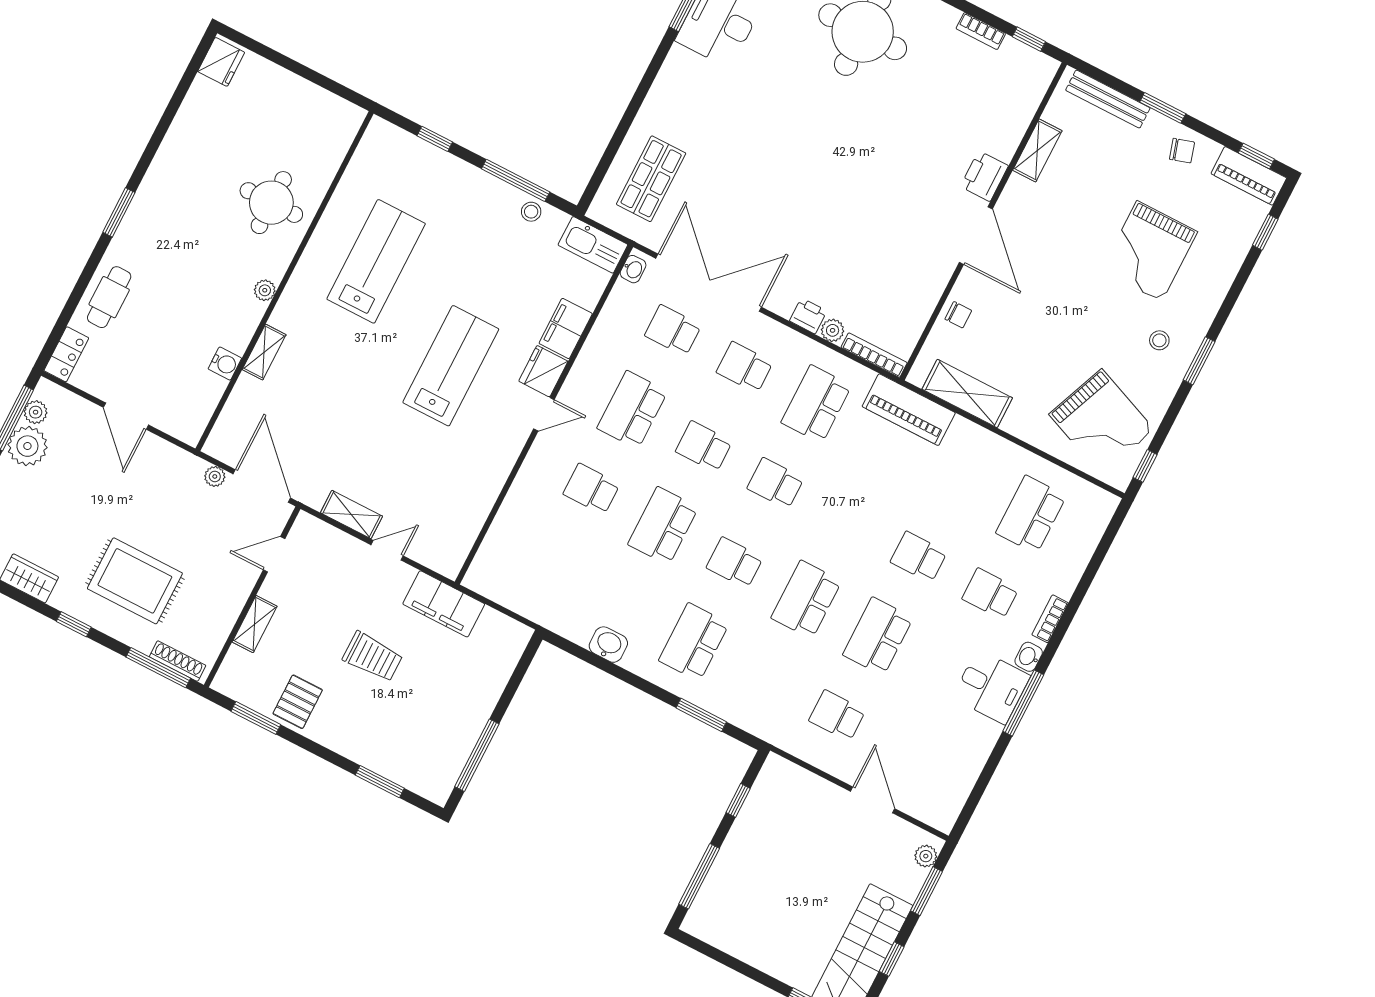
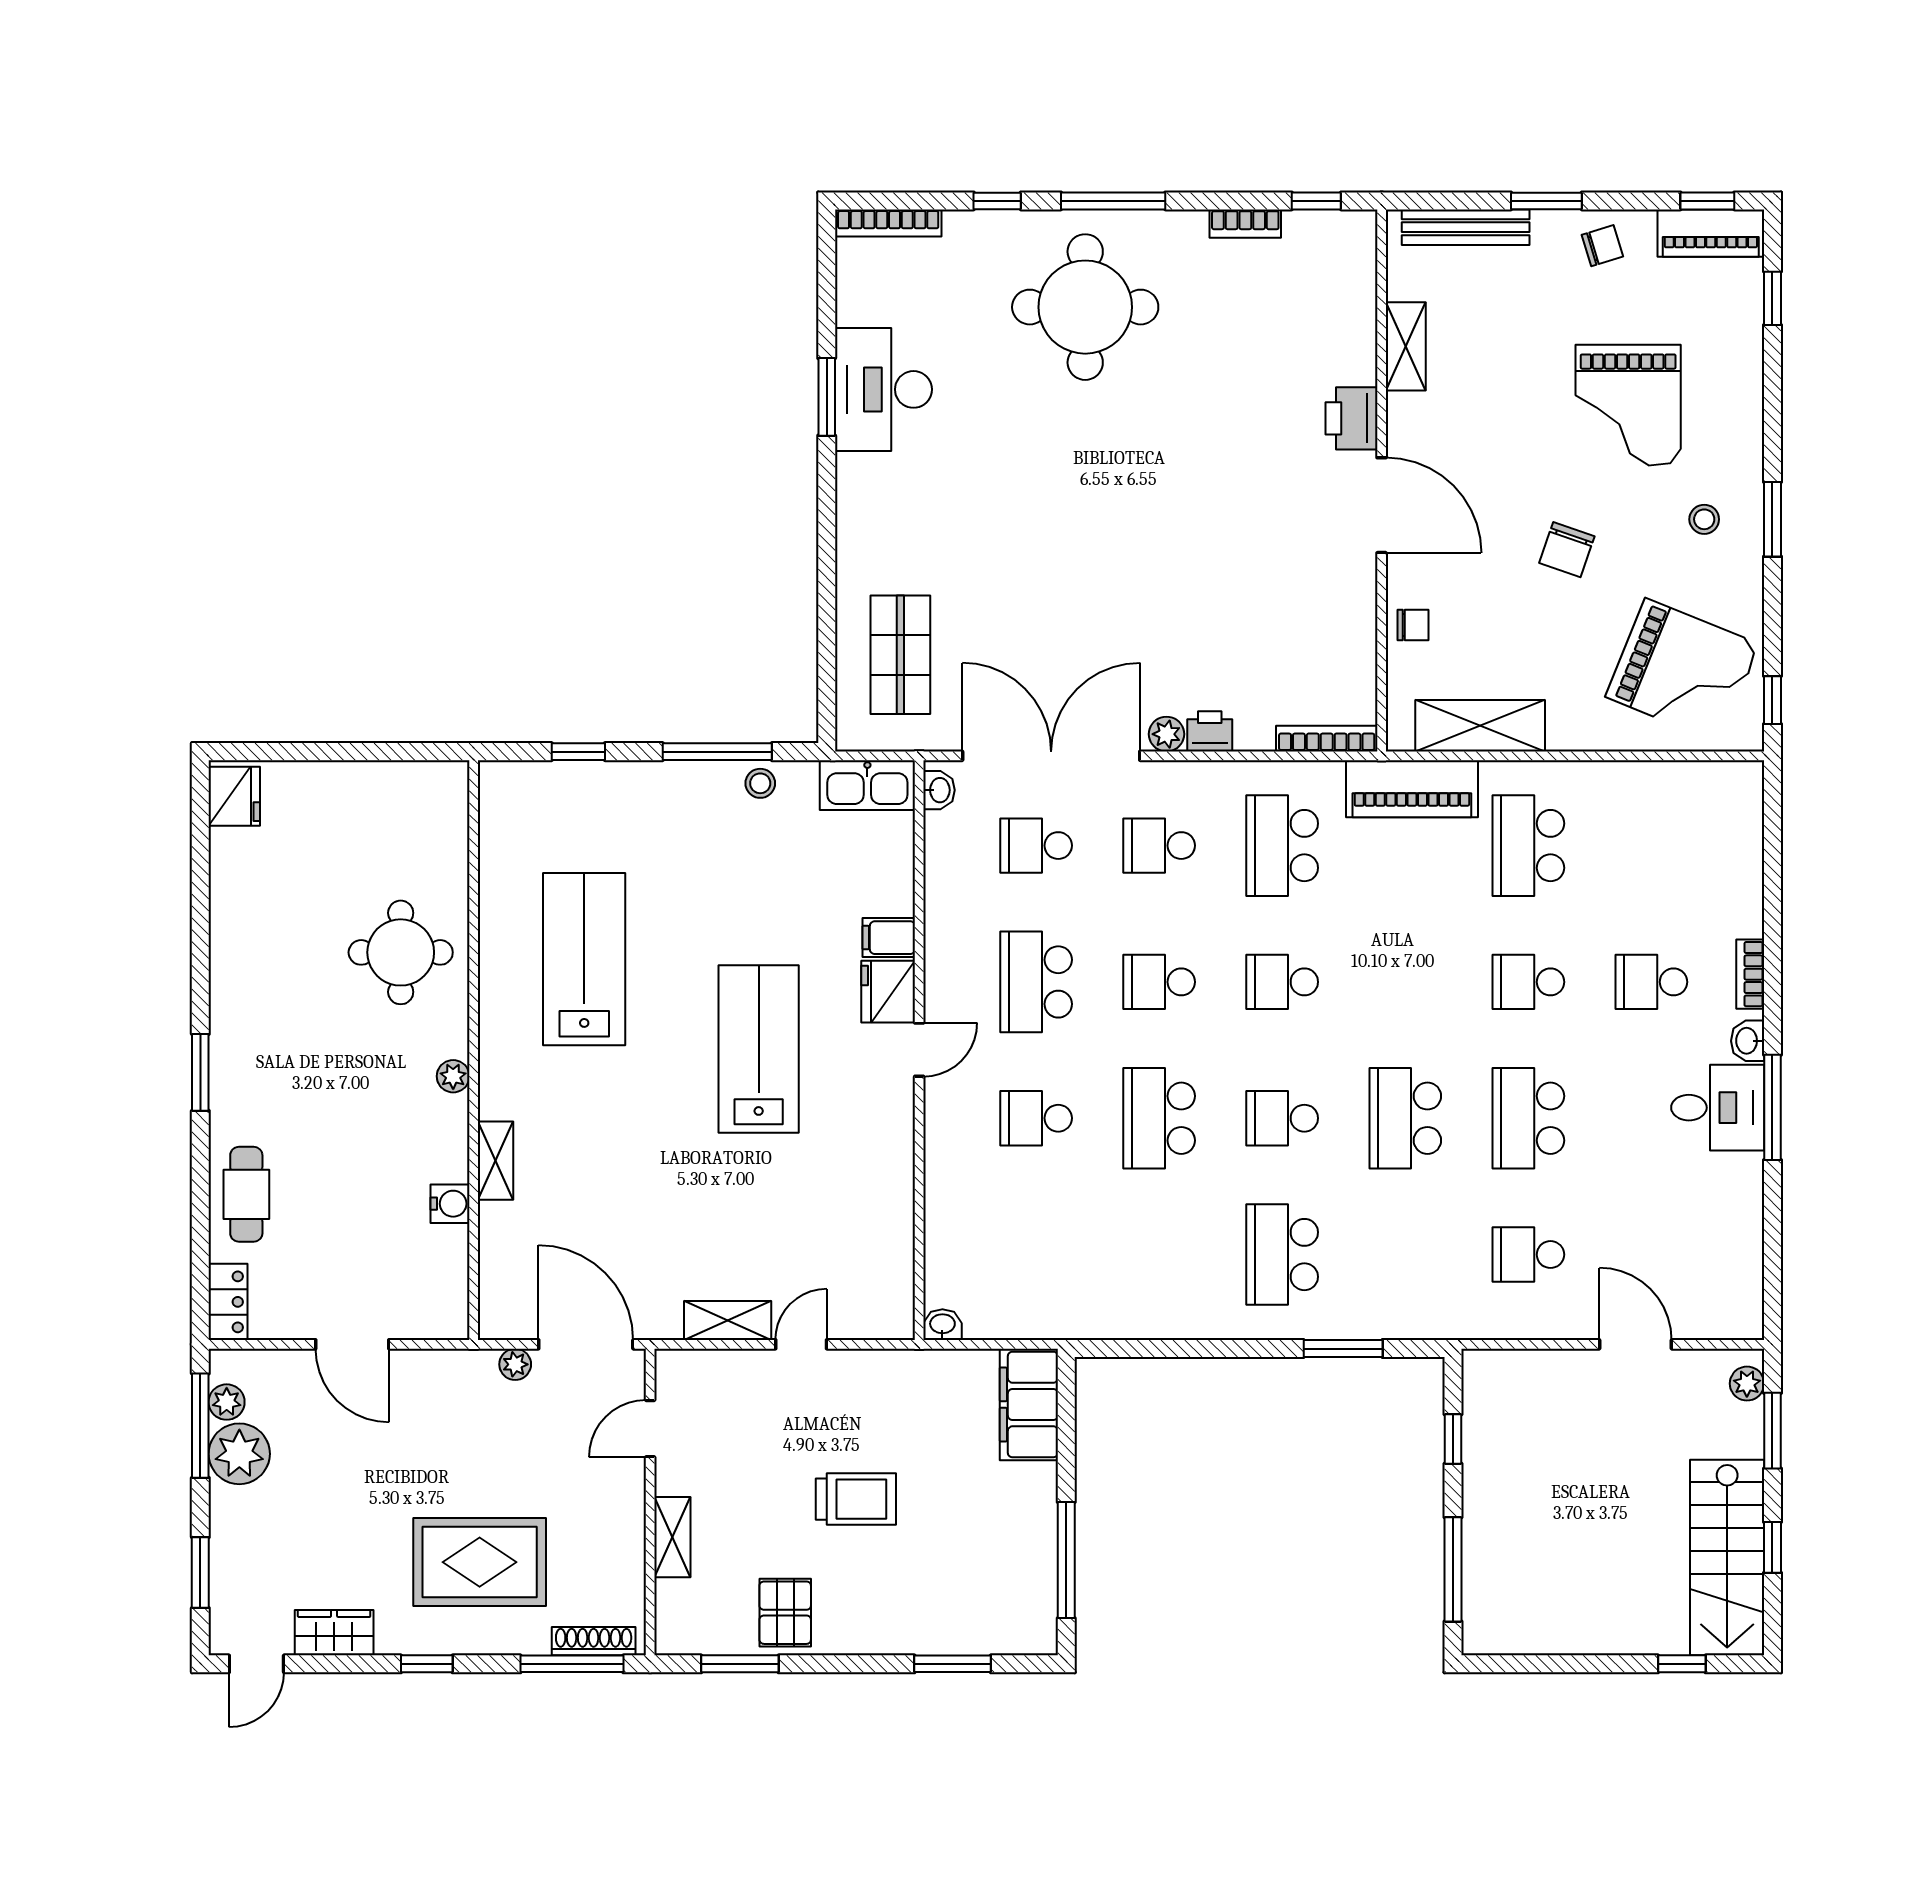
chair: (1070, 317) -> (1567, 550), added
filing cabinet: (566, 328) -> (889, 938), width x0.50
plant: (833, 330) -> (1166, 734), moved
school desk: (1031, 514) -> (1528, 846), moved
filing cabinet: (444, 604) -> (1029, 1404), moved, turned 90
washbasin: (608, 645) -> (942, 1325), moved, width x0.72, depth x0.69

